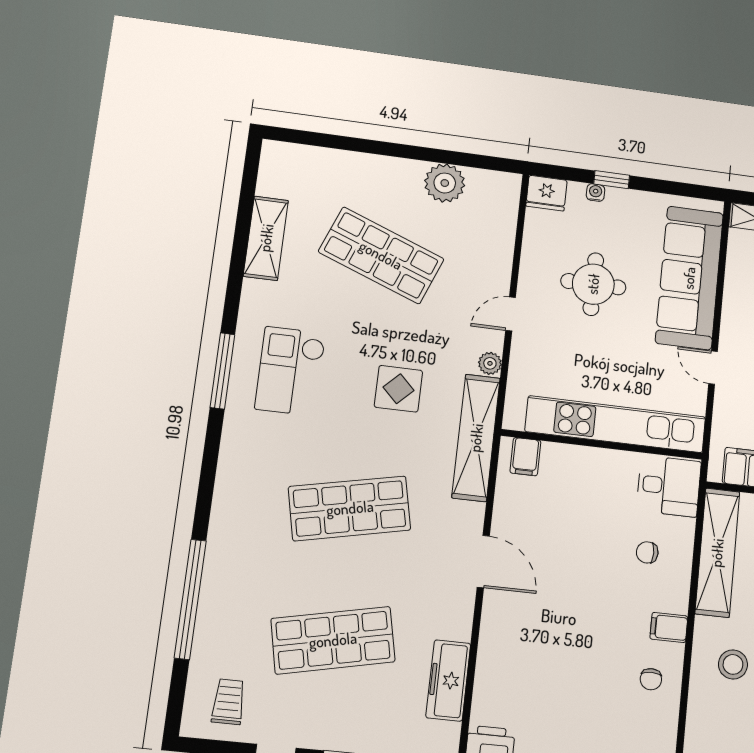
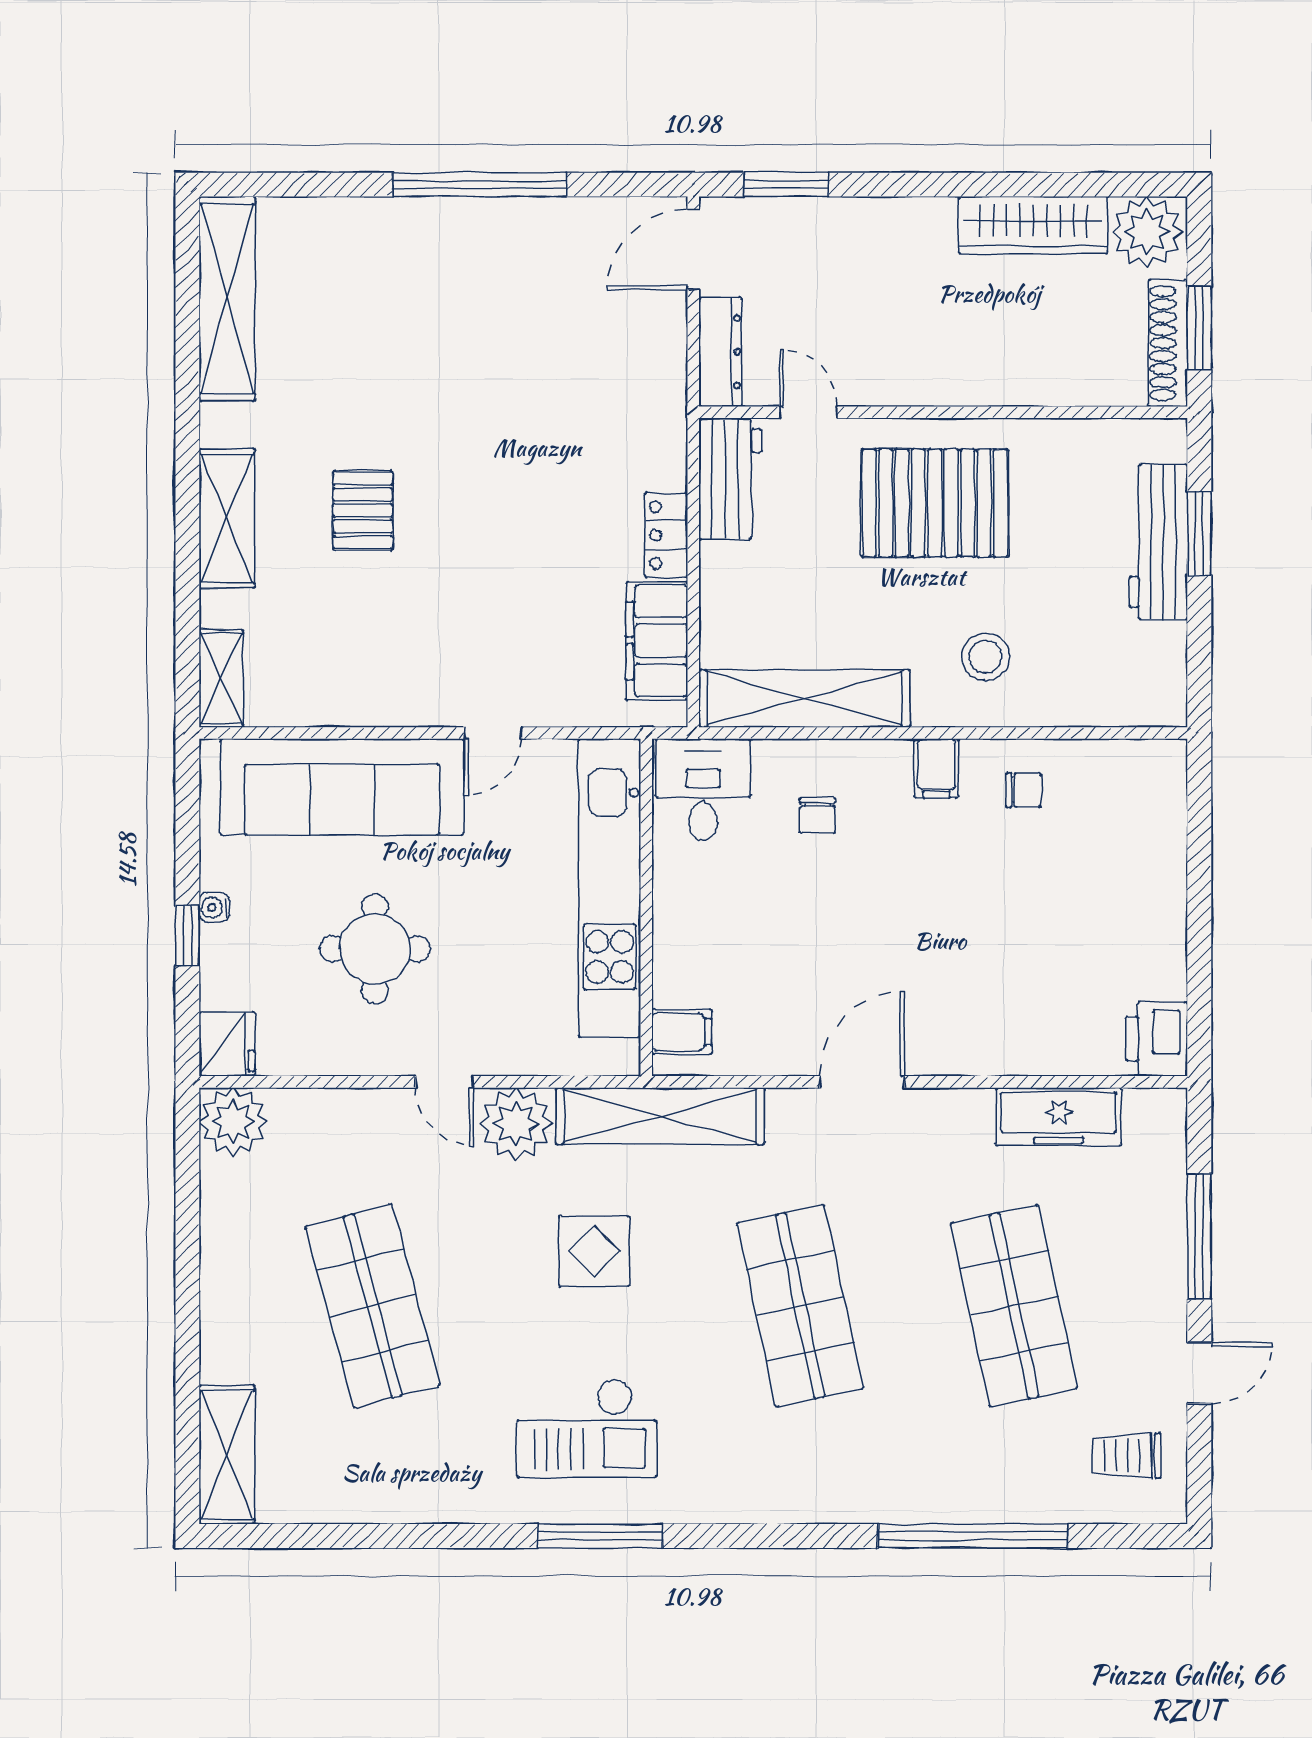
plant: (445, 183) -> (233, 1122), moved
water cooler: (596, 193) -> (214, 907), moved
shelving: (266, 238) -> (227, 1455), moved, turned 90
shop shelf: (381, 255) -> (373, 1306), turned -36
plant: (490, 363) -> (516, 1124), width x1.88, depth x1.88

